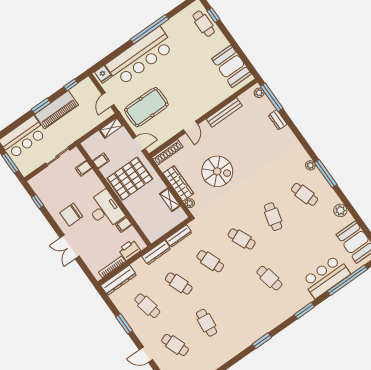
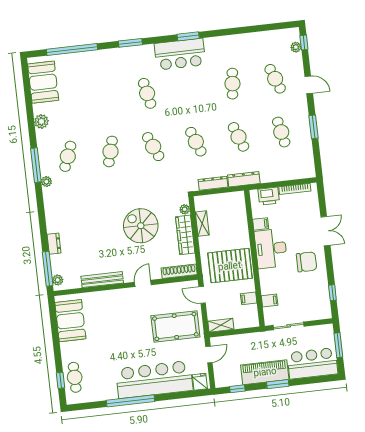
cafe table: (305, 194) -> (68, 156), turned 39
bar counter: (326, 277) -> (180, 54), moved
dresser: (119, 280) -> (295, 172), removed

